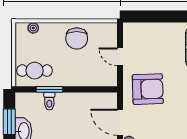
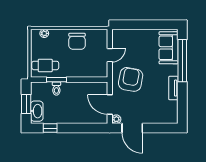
door: (120, 57) -> (110, 55), swing flipped
armchair: (148, 89) -> (131, 79), turned -78

